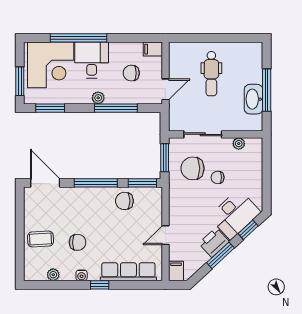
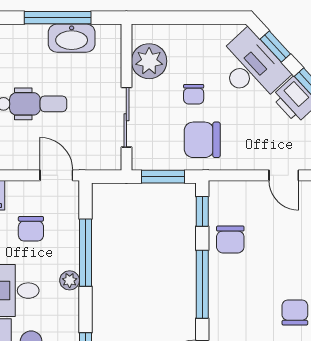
plant: (239, 144) -> (149, 61), width x1.88, depth x1.88
chair: (193, 168) -> (202, 140), moved, turned 90
window: (142, 183) -> (202, 211), width x0.67

